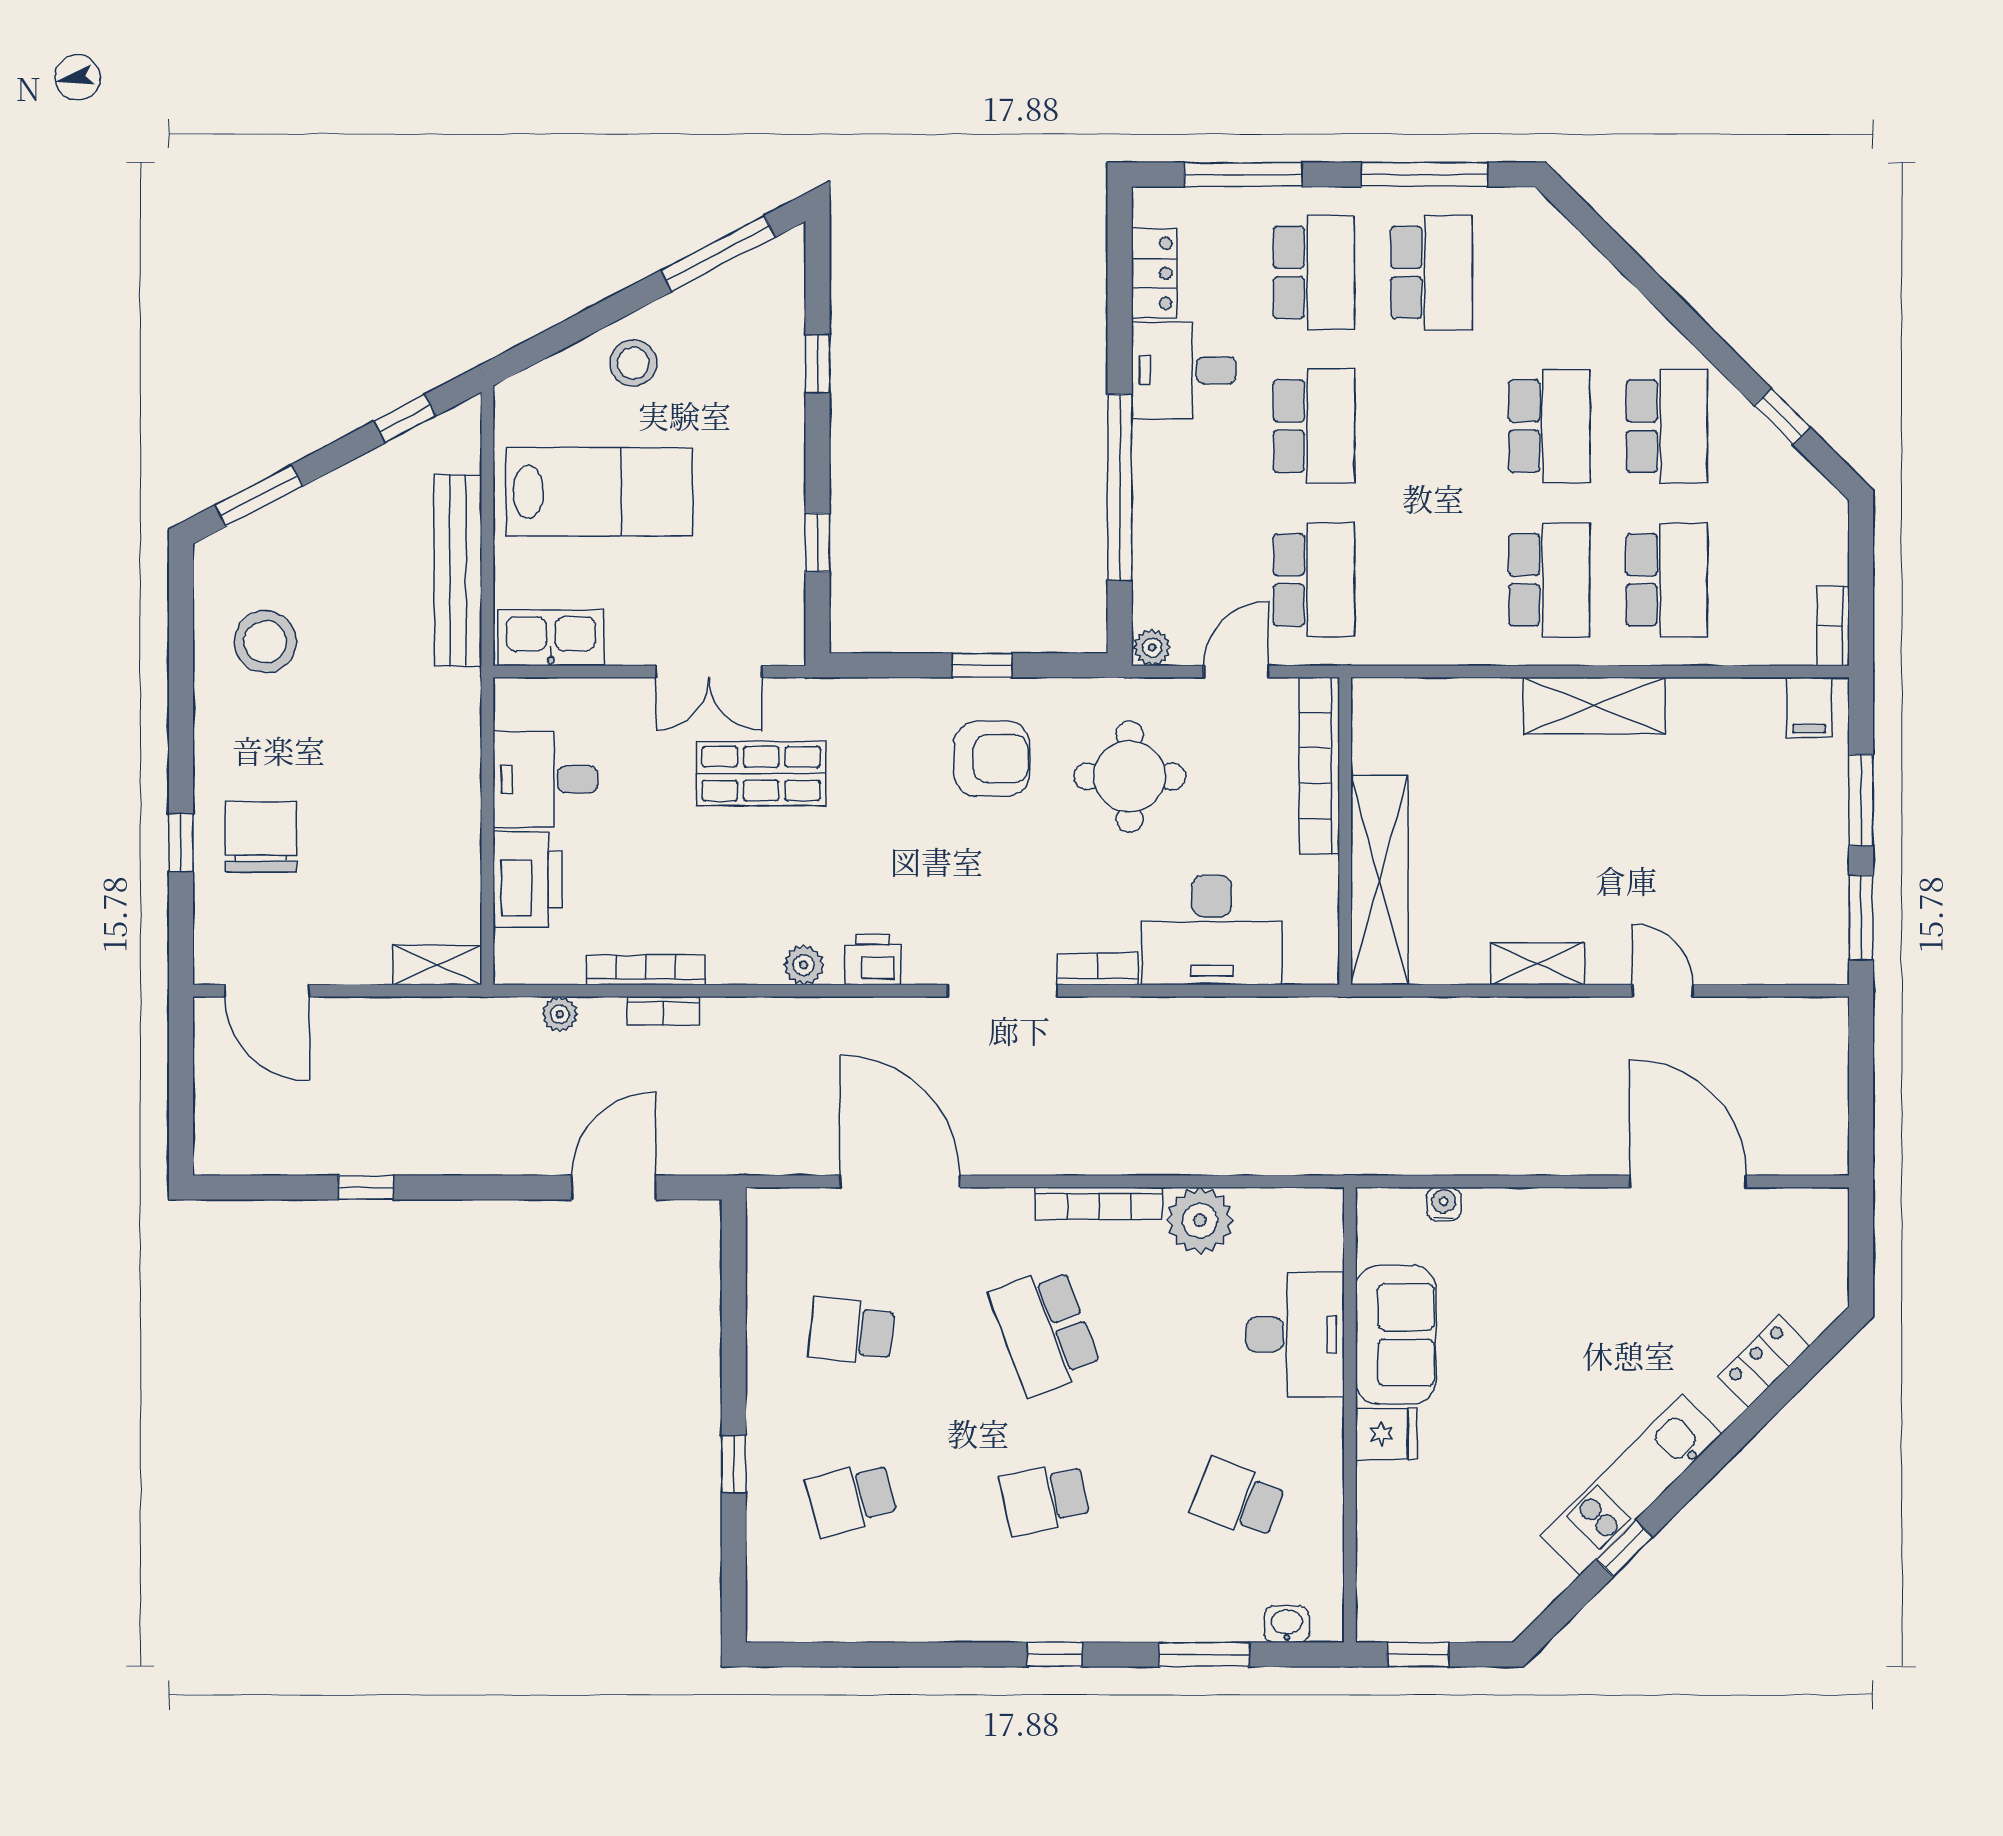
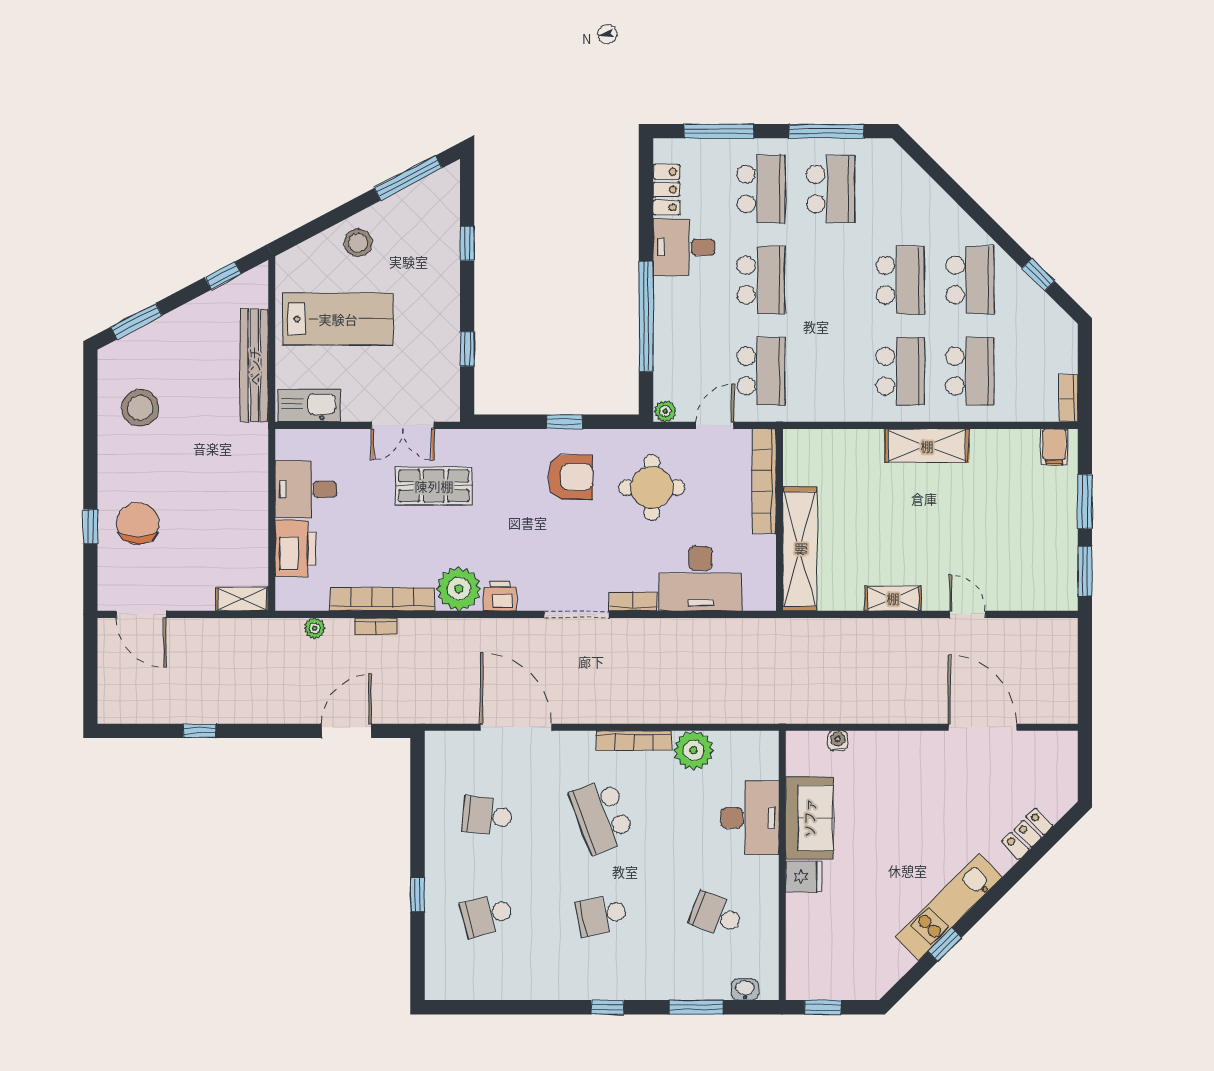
plant: (804, 965) -> (459, 589), width x1.87, depth x1.87
bookcase: (646, 970) -> (382, 599), width x1.48, depth x1.31

